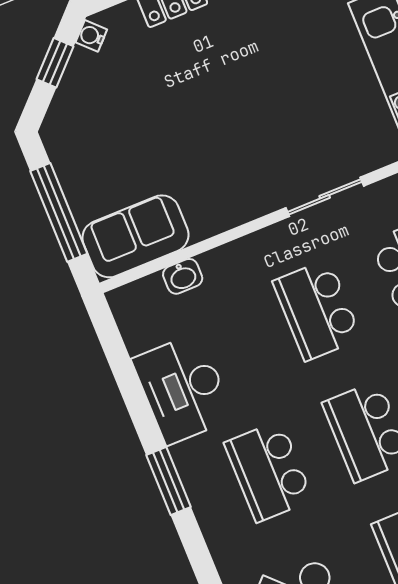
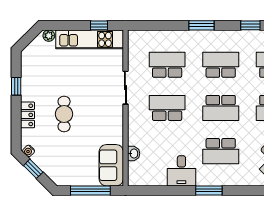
cafe table: (208, 82) -> (64, 114), added
school desk: (317, 310) -> (167, 108), turned 180
desk: (183, 389) -> (181, 171), width x0.73

